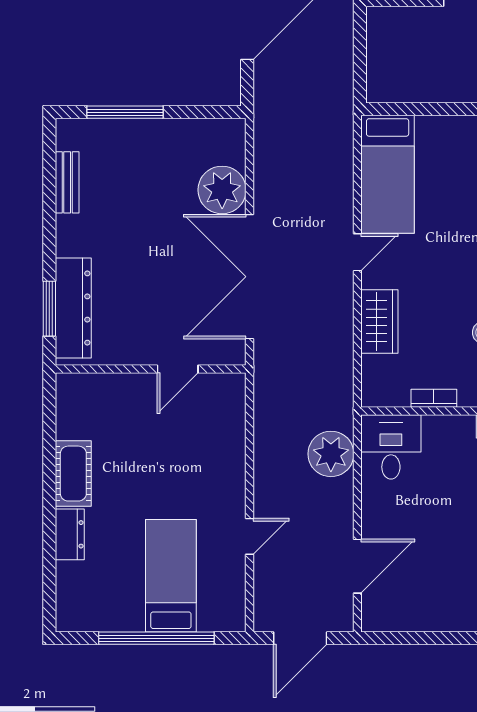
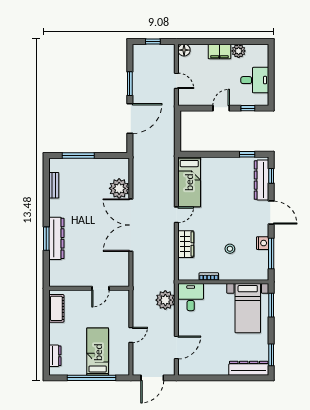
wall: (151, 369) -> (89, 288), moved
door: (178, 369) -> (100, 288), moved
dresser: (70, 534) -> (55, 356), moved

